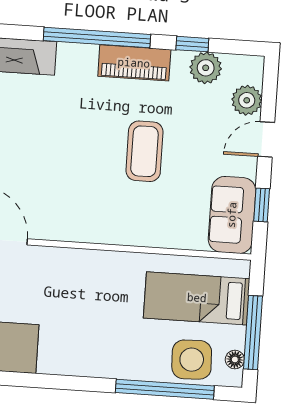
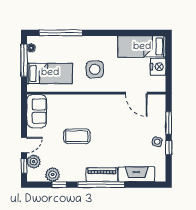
piano: (134, 63) -> (102, 175), moved
coffee table: (144, 151) -> (77, 136), turned 90
window: (262, 205) -> (24, 166), moved
side table: (192, 360) -> (95, 69), moved

